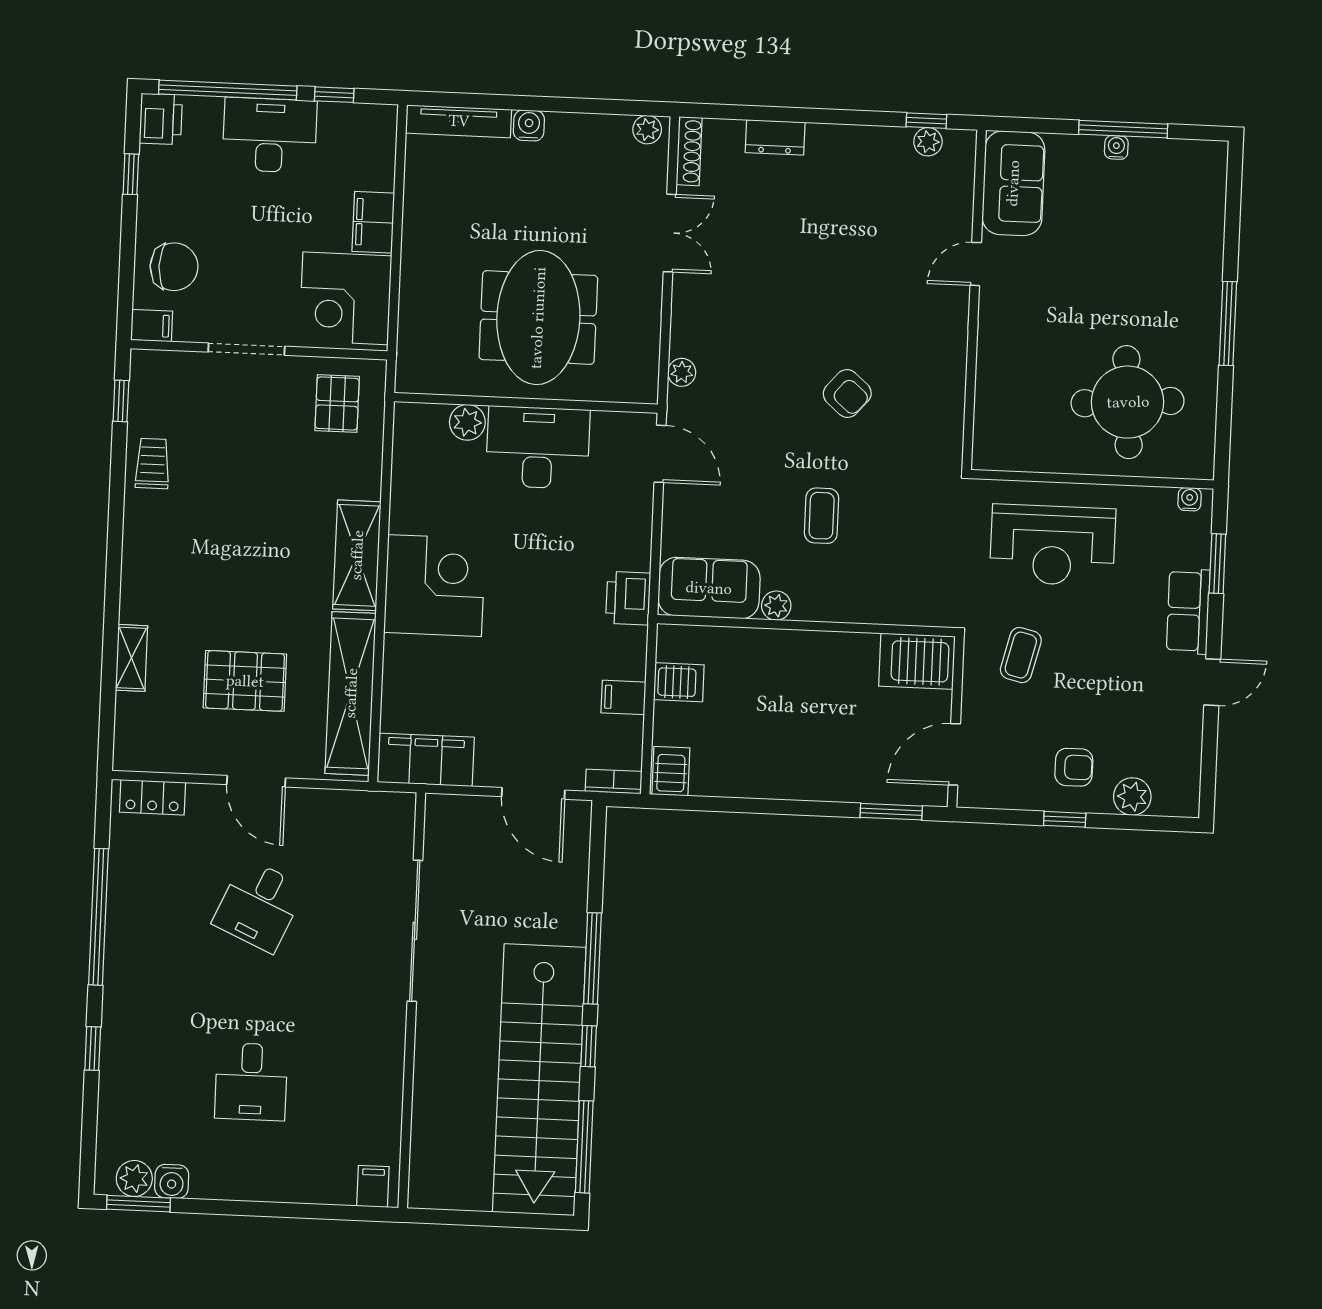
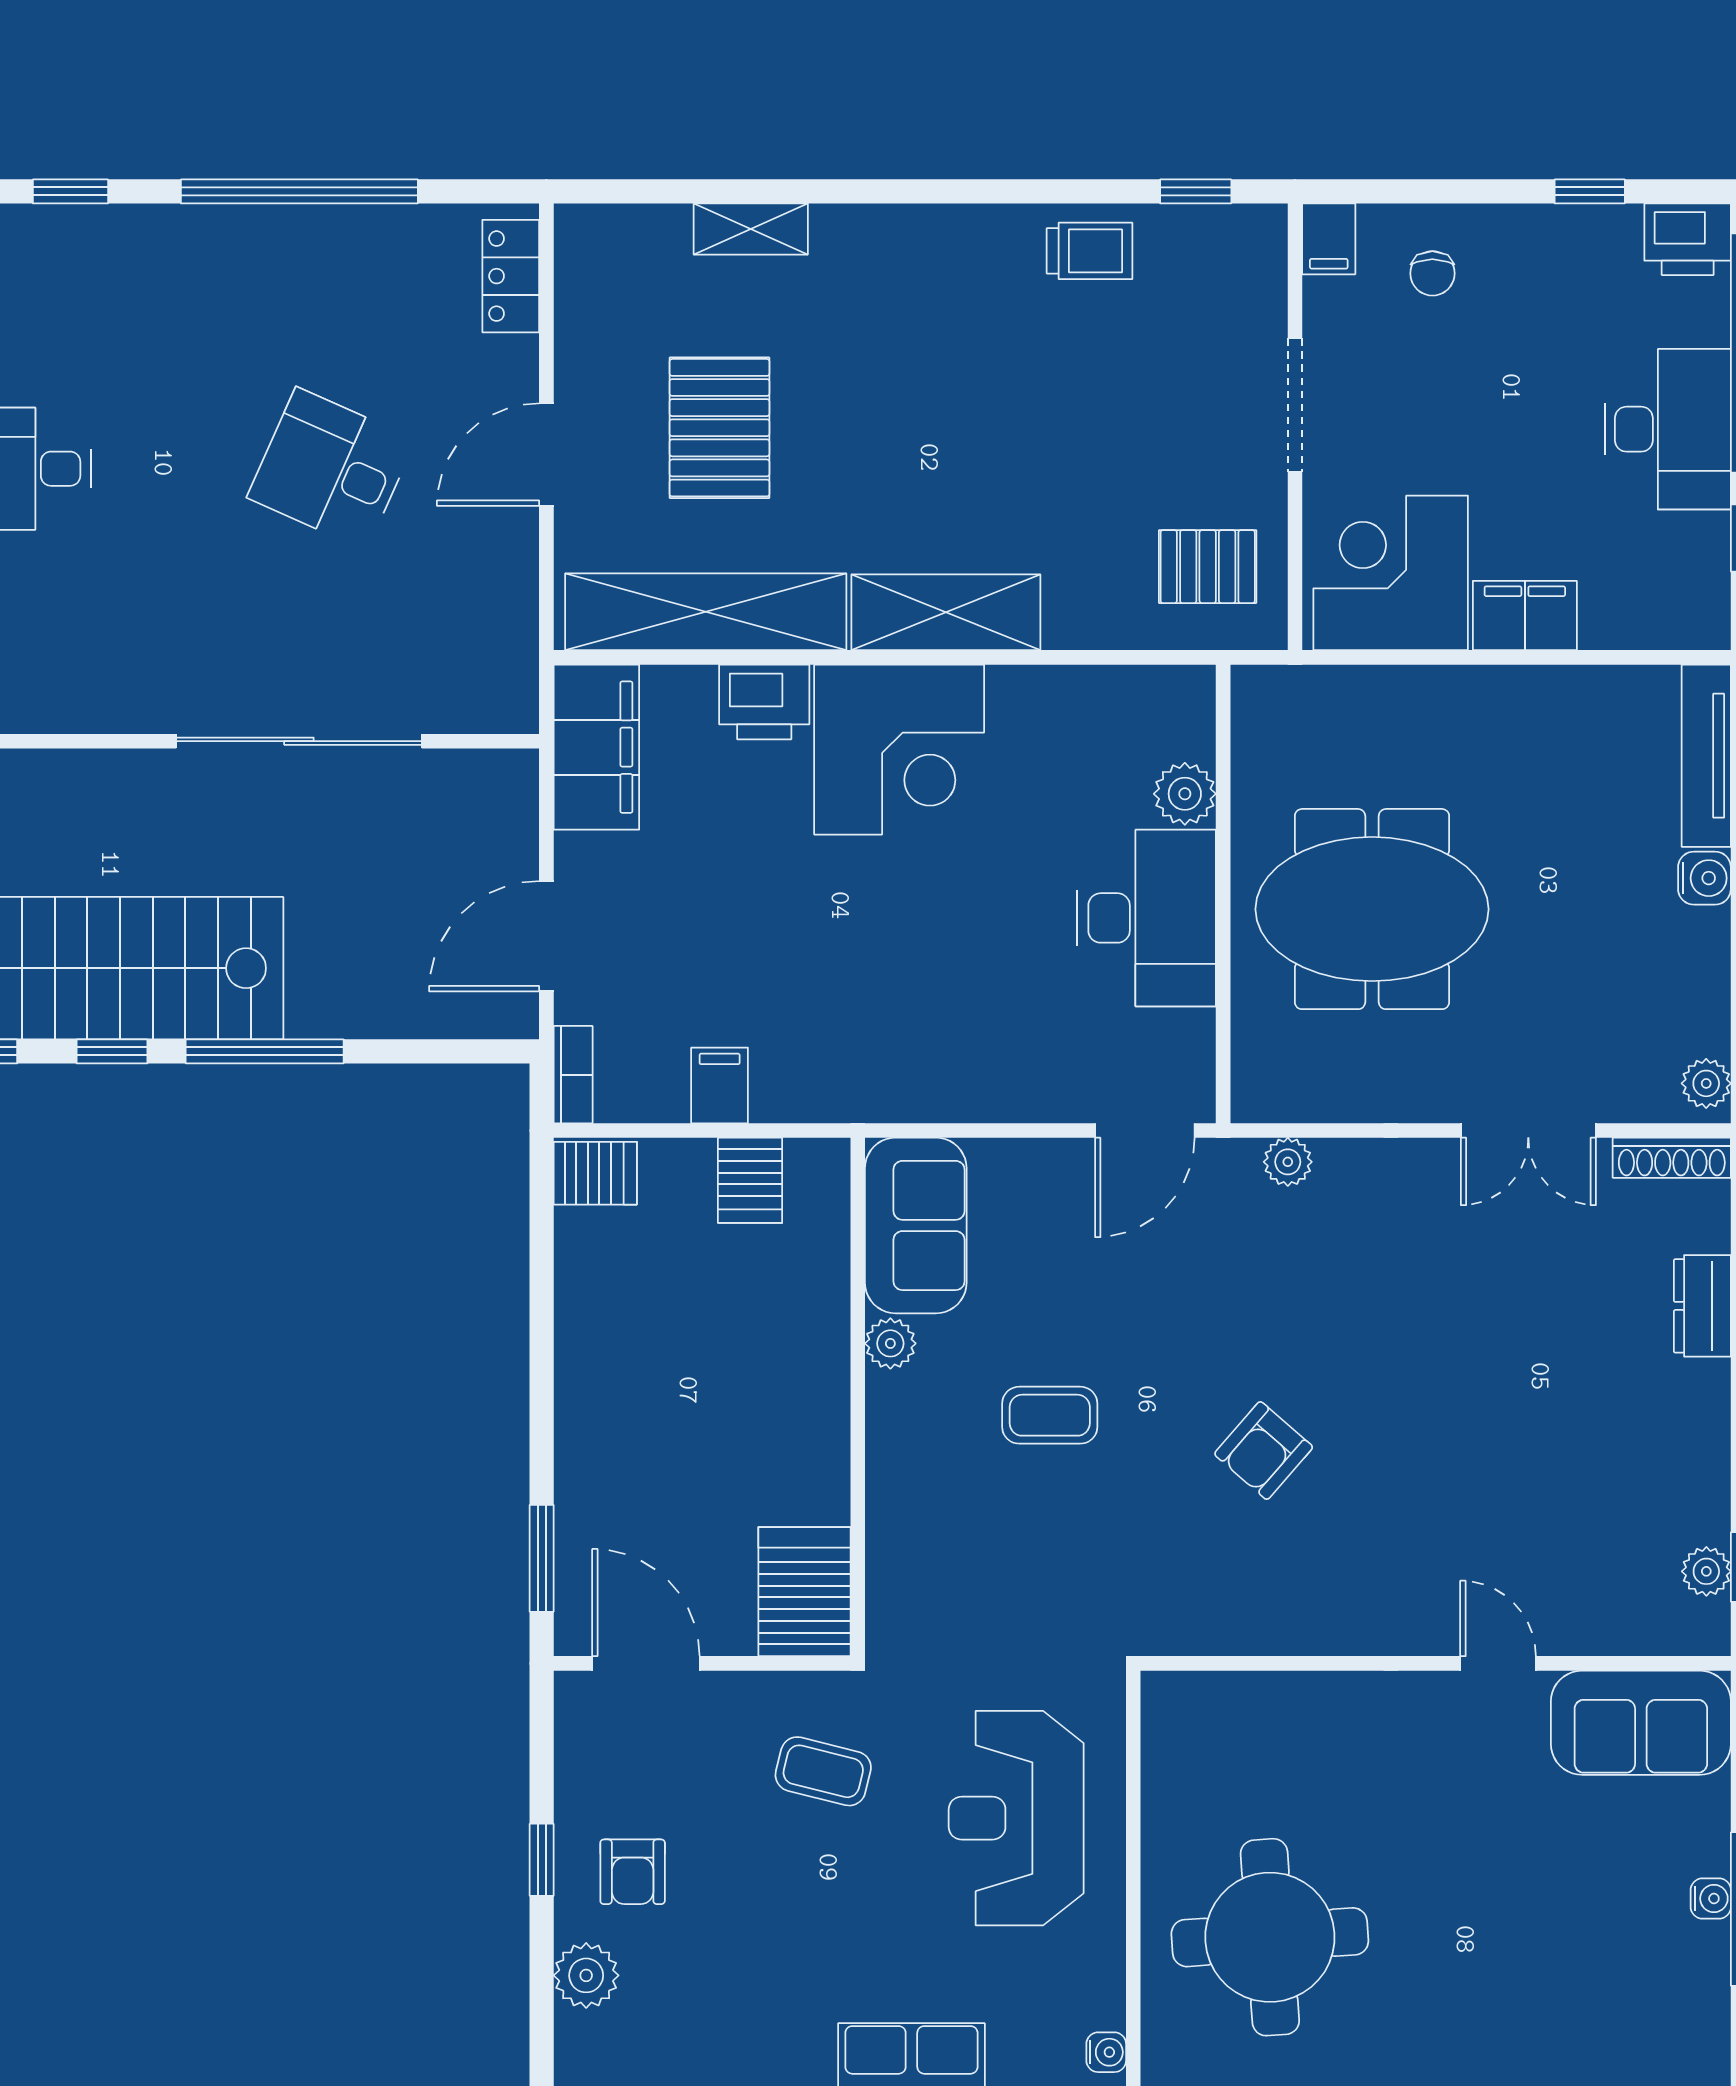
chair: (174, 267) -> (1432, 273), width x0.54, depth x0.54
printer: (628, 598) -> (764, 702), moved, turned 180

